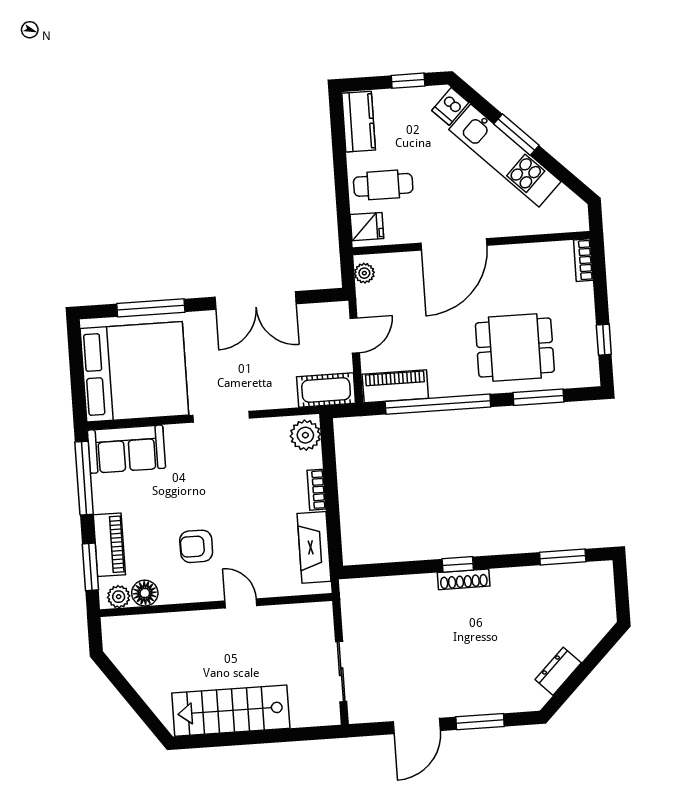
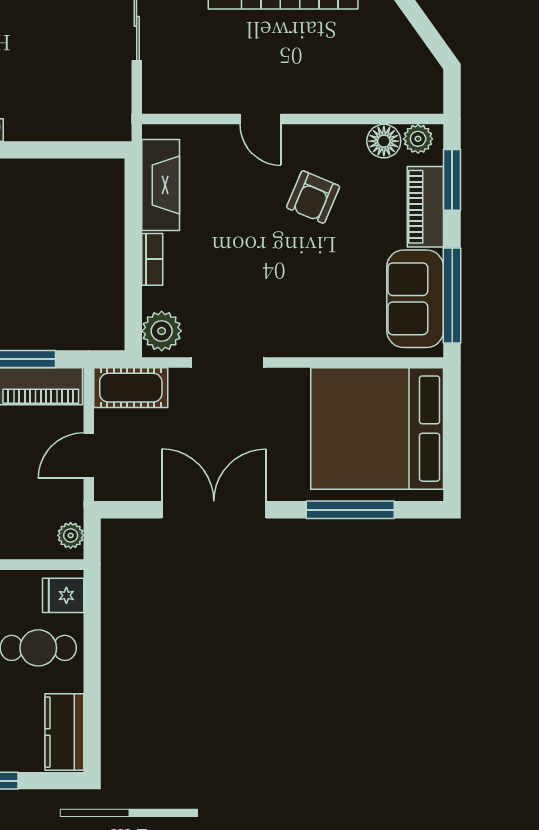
doorway: (221, 417) -> (227, 362), moved
sofa: (126, 449) -> (415, 299), moved, turned -90
armchair: (196, 546) -> (313, 197), turned 113

